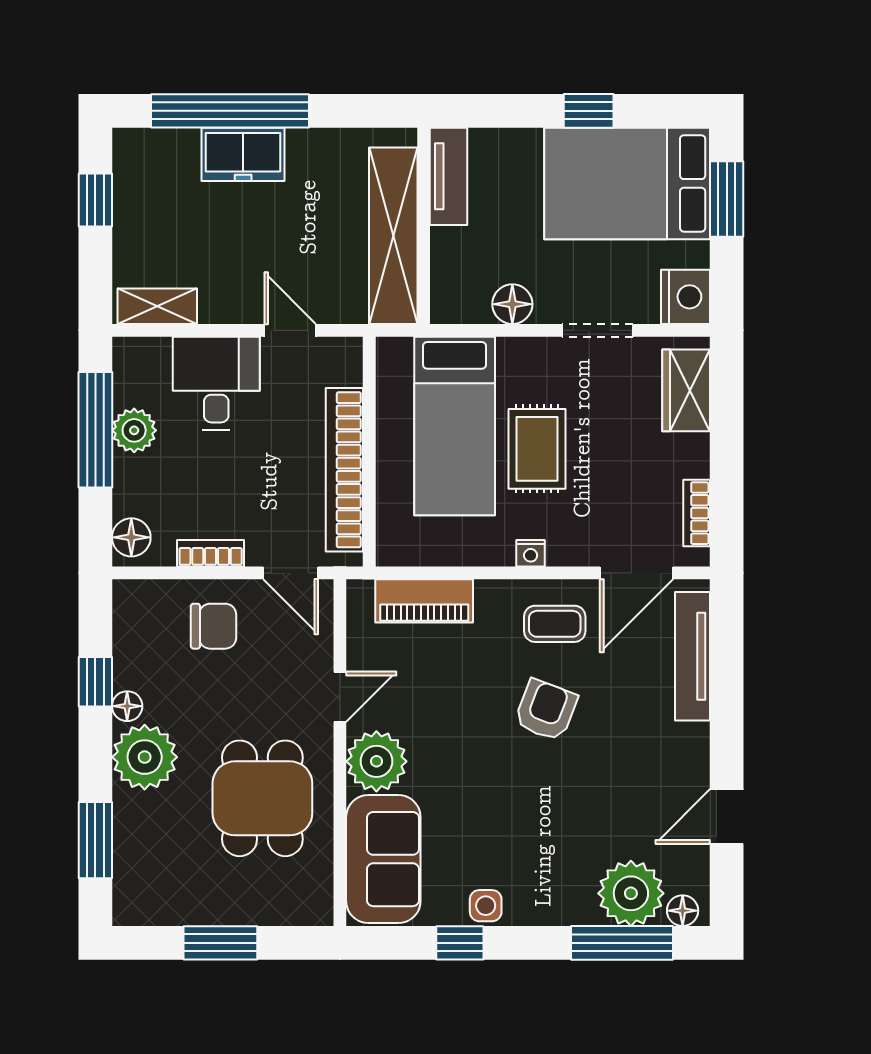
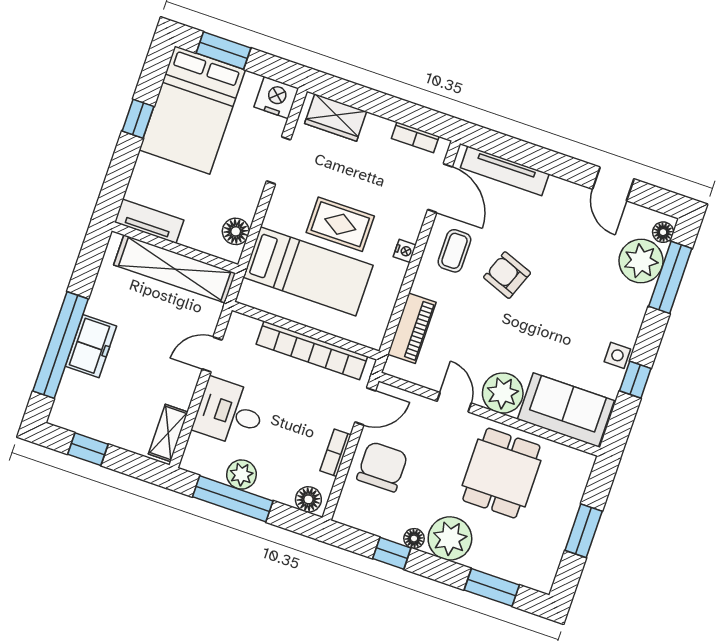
floor lamp: (512, 304) -> (236, 231), moved
chair: (214, 626) -> (382, 467), width x1.37, depth x1.37
dining table: (262, 798) -> (501, 473), turned 90

